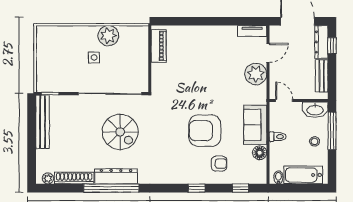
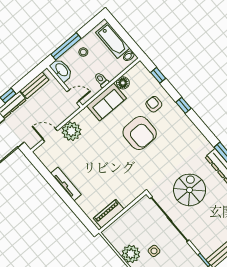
tv unit: (252, 31) -> (66, 184), moved, width x1.41
door: (284, 101) -> (73, 96), swing flipped

